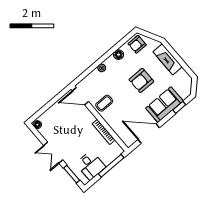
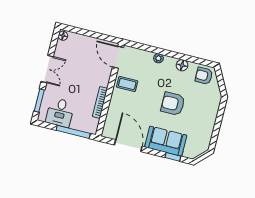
fireplace: (168, 59) -> (210, 114), removed
double door: (53, 153) -> (47, 69), swing flipped

